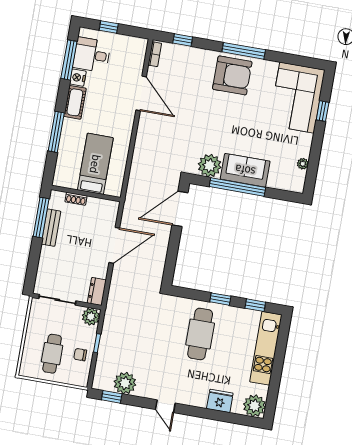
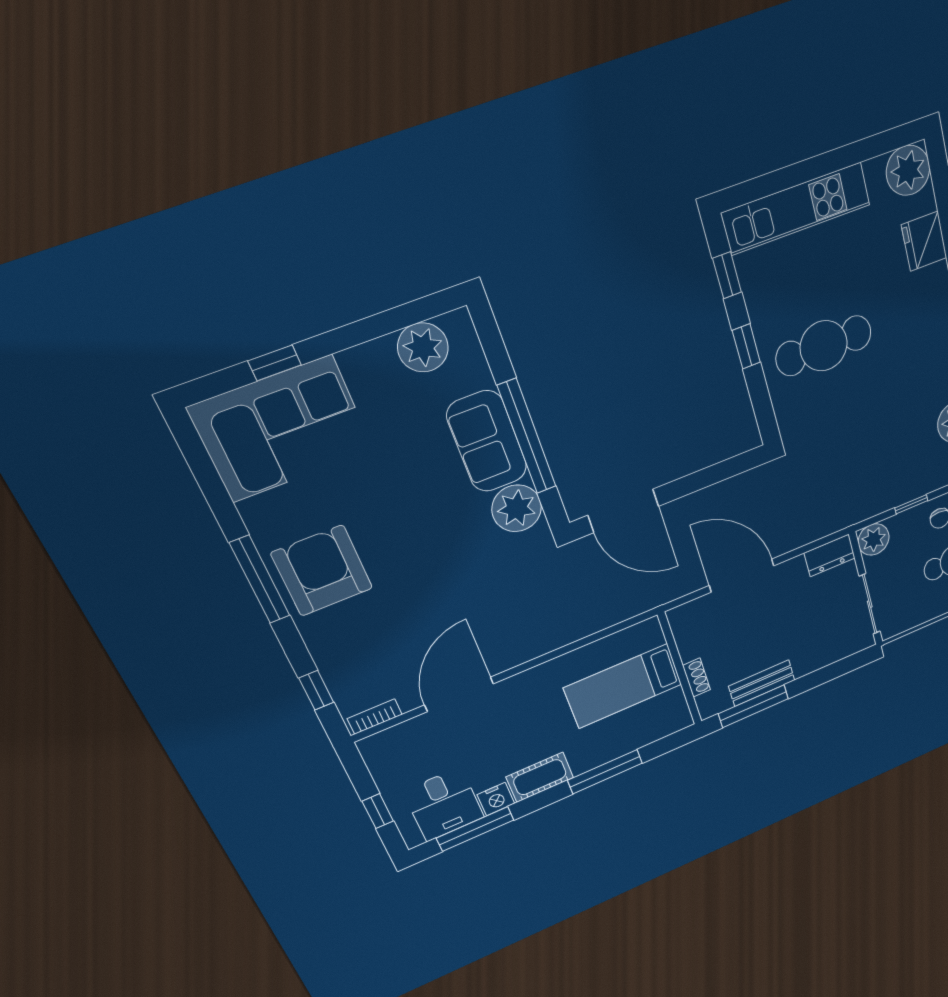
plant: (303, 164) -> (423, 347), width x1.88, depth x1.88

